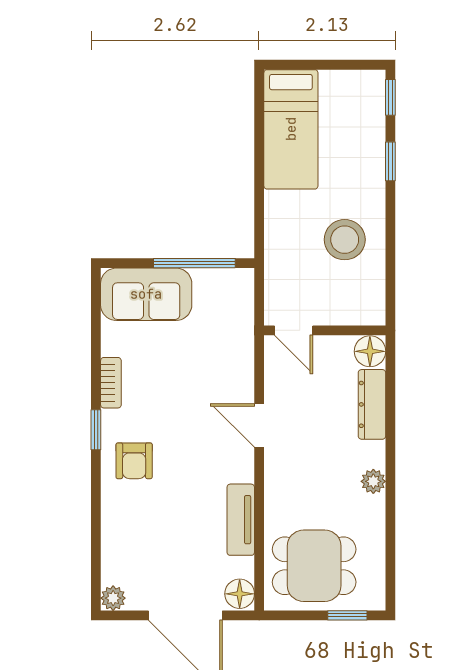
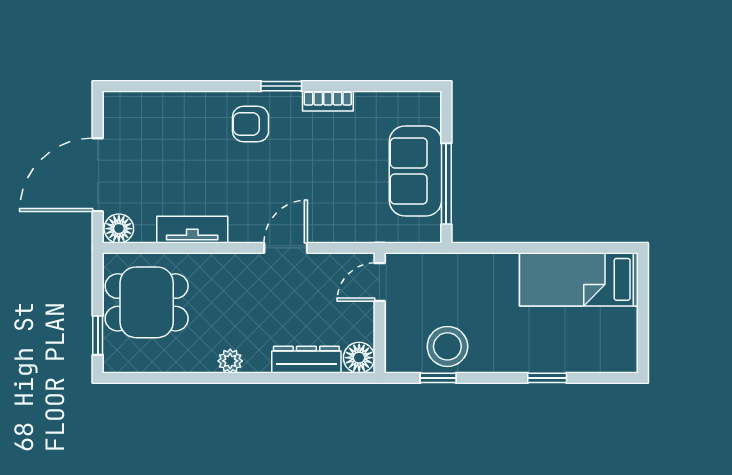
window: (390, 97) -> (438, 378), moved
stool: (345, 240) -> (447, 346), moved
sofa: (146, 294) -> (415, 171), moved
dining table: (314, 566) -> (147, 302), turned 90
plant: (113, 598) -> (115, 103), removed

